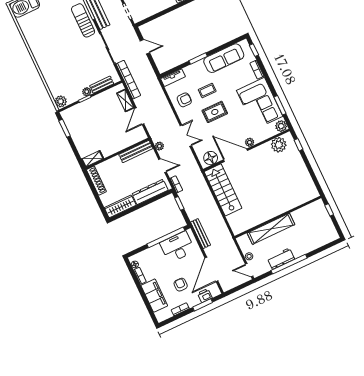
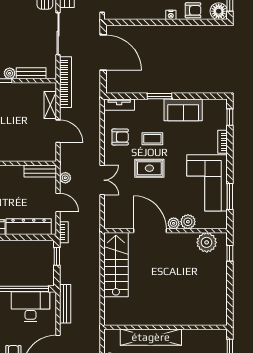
door: (145, 47) -> (103, 53), width x1.87
sofa: (224, 58) -> (183, 110), width x0.73
door: (139, 116) -> (58, 131), swing flipped
plant: (281, 126) -> (188, 222), moved
bench: (136, 151) -> (40, 171), width x0.73
floor lamp: (211, 158) -> (119, 220), removed

